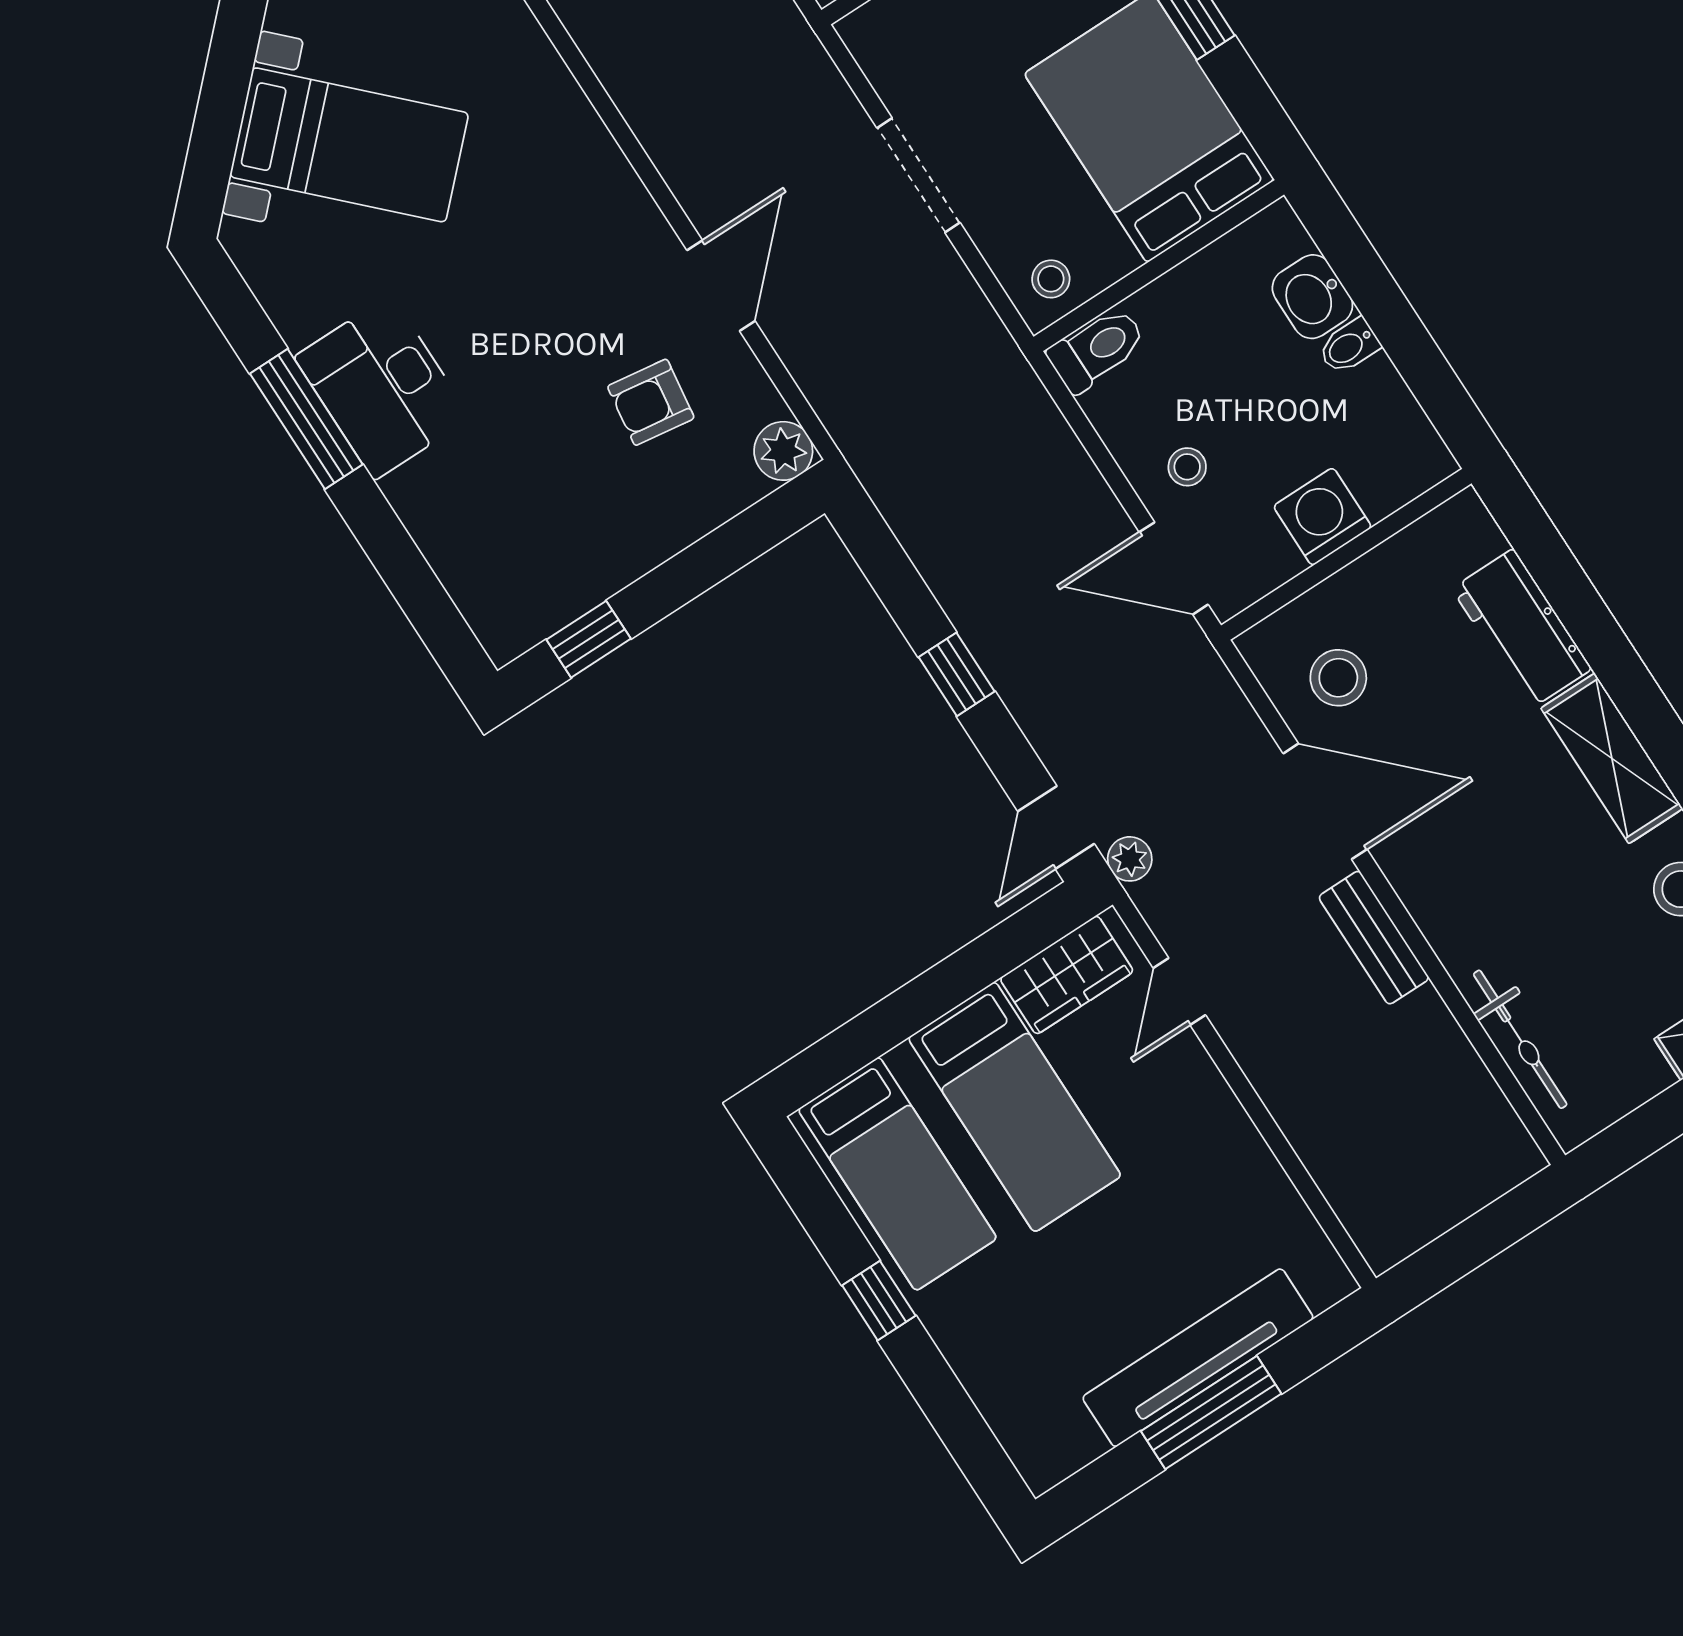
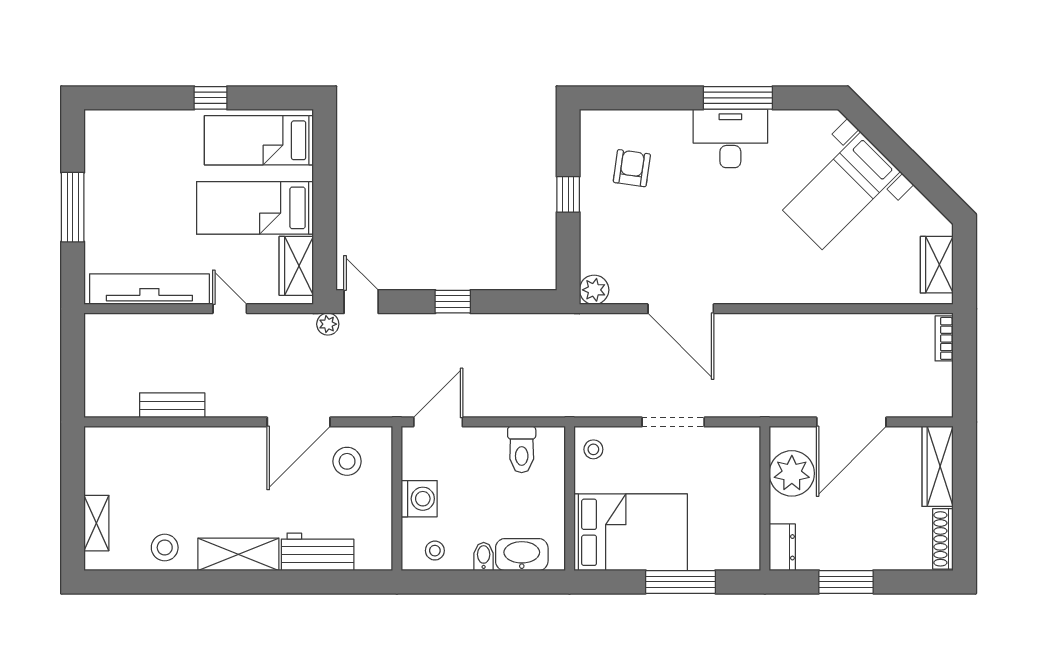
door: (721, 286) -> (681, 309), width x1.36
washbasin: (1312, 297) -> (522, 555), width x1.38
toilet: (1097, 349) -> (522, 449), moved
armchair: (651, 402) -> (632, 168), moved
stool: (1187, 467) -> (435, 551), moved
window: (589, 639) -> (568, 194), moved
bench: (1374, 938) -> (172, 405), moved
door: (1179, 992) -> (230, 309), moved
bicycle: (1520, 1039) -> (145, 439), removed
tv unit: (1198, 1358) -> (149, 289), moved, turned -90

